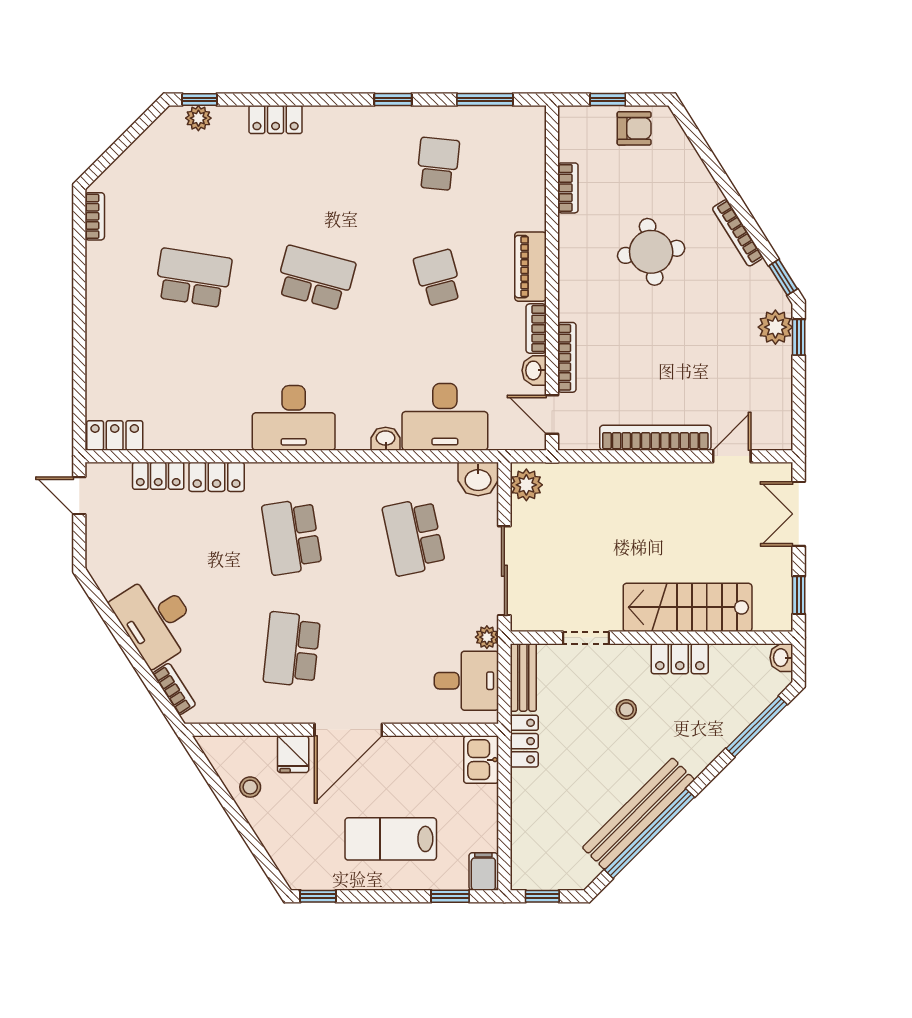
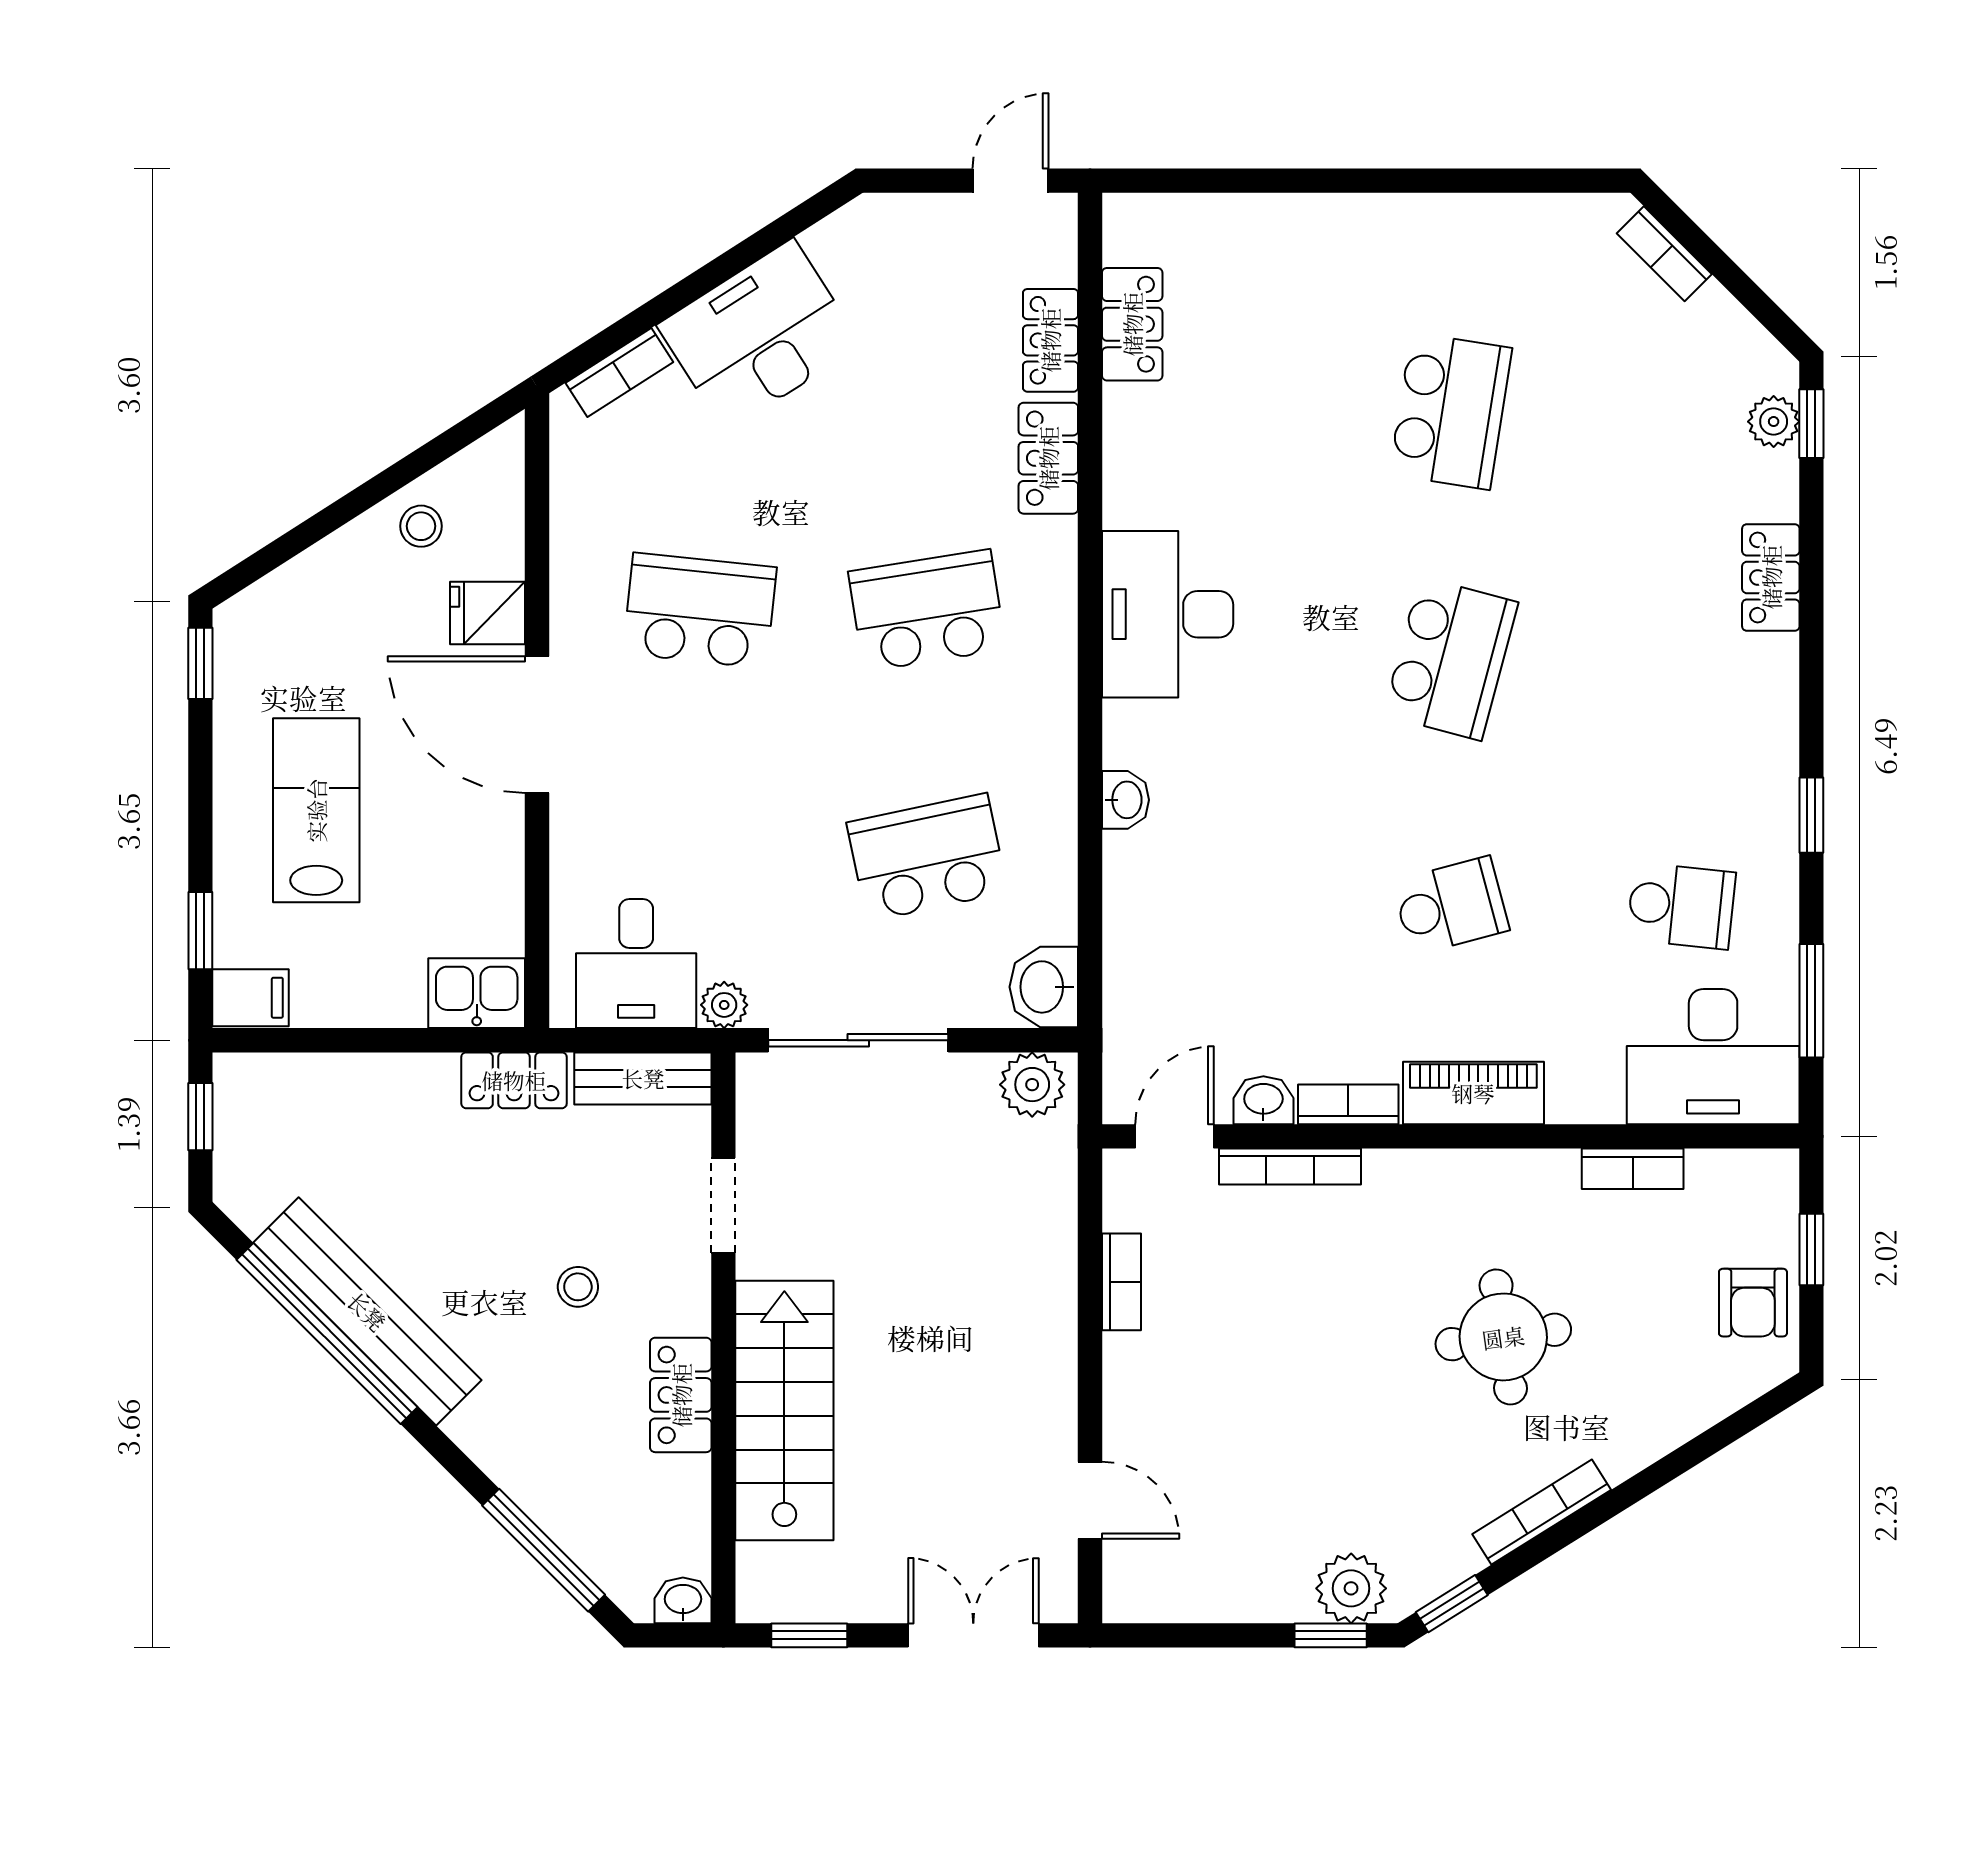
bookcase: (95, 216) -> (1664, 254), moved, turned 45
desk: (445, 417) -> (1713, 1057), moved, turned -90
locker: (115, 435) -> (1132, 324), moved
bookcase: (655, 438) -> (1121, 1282), width x0.43, depth x0.76

